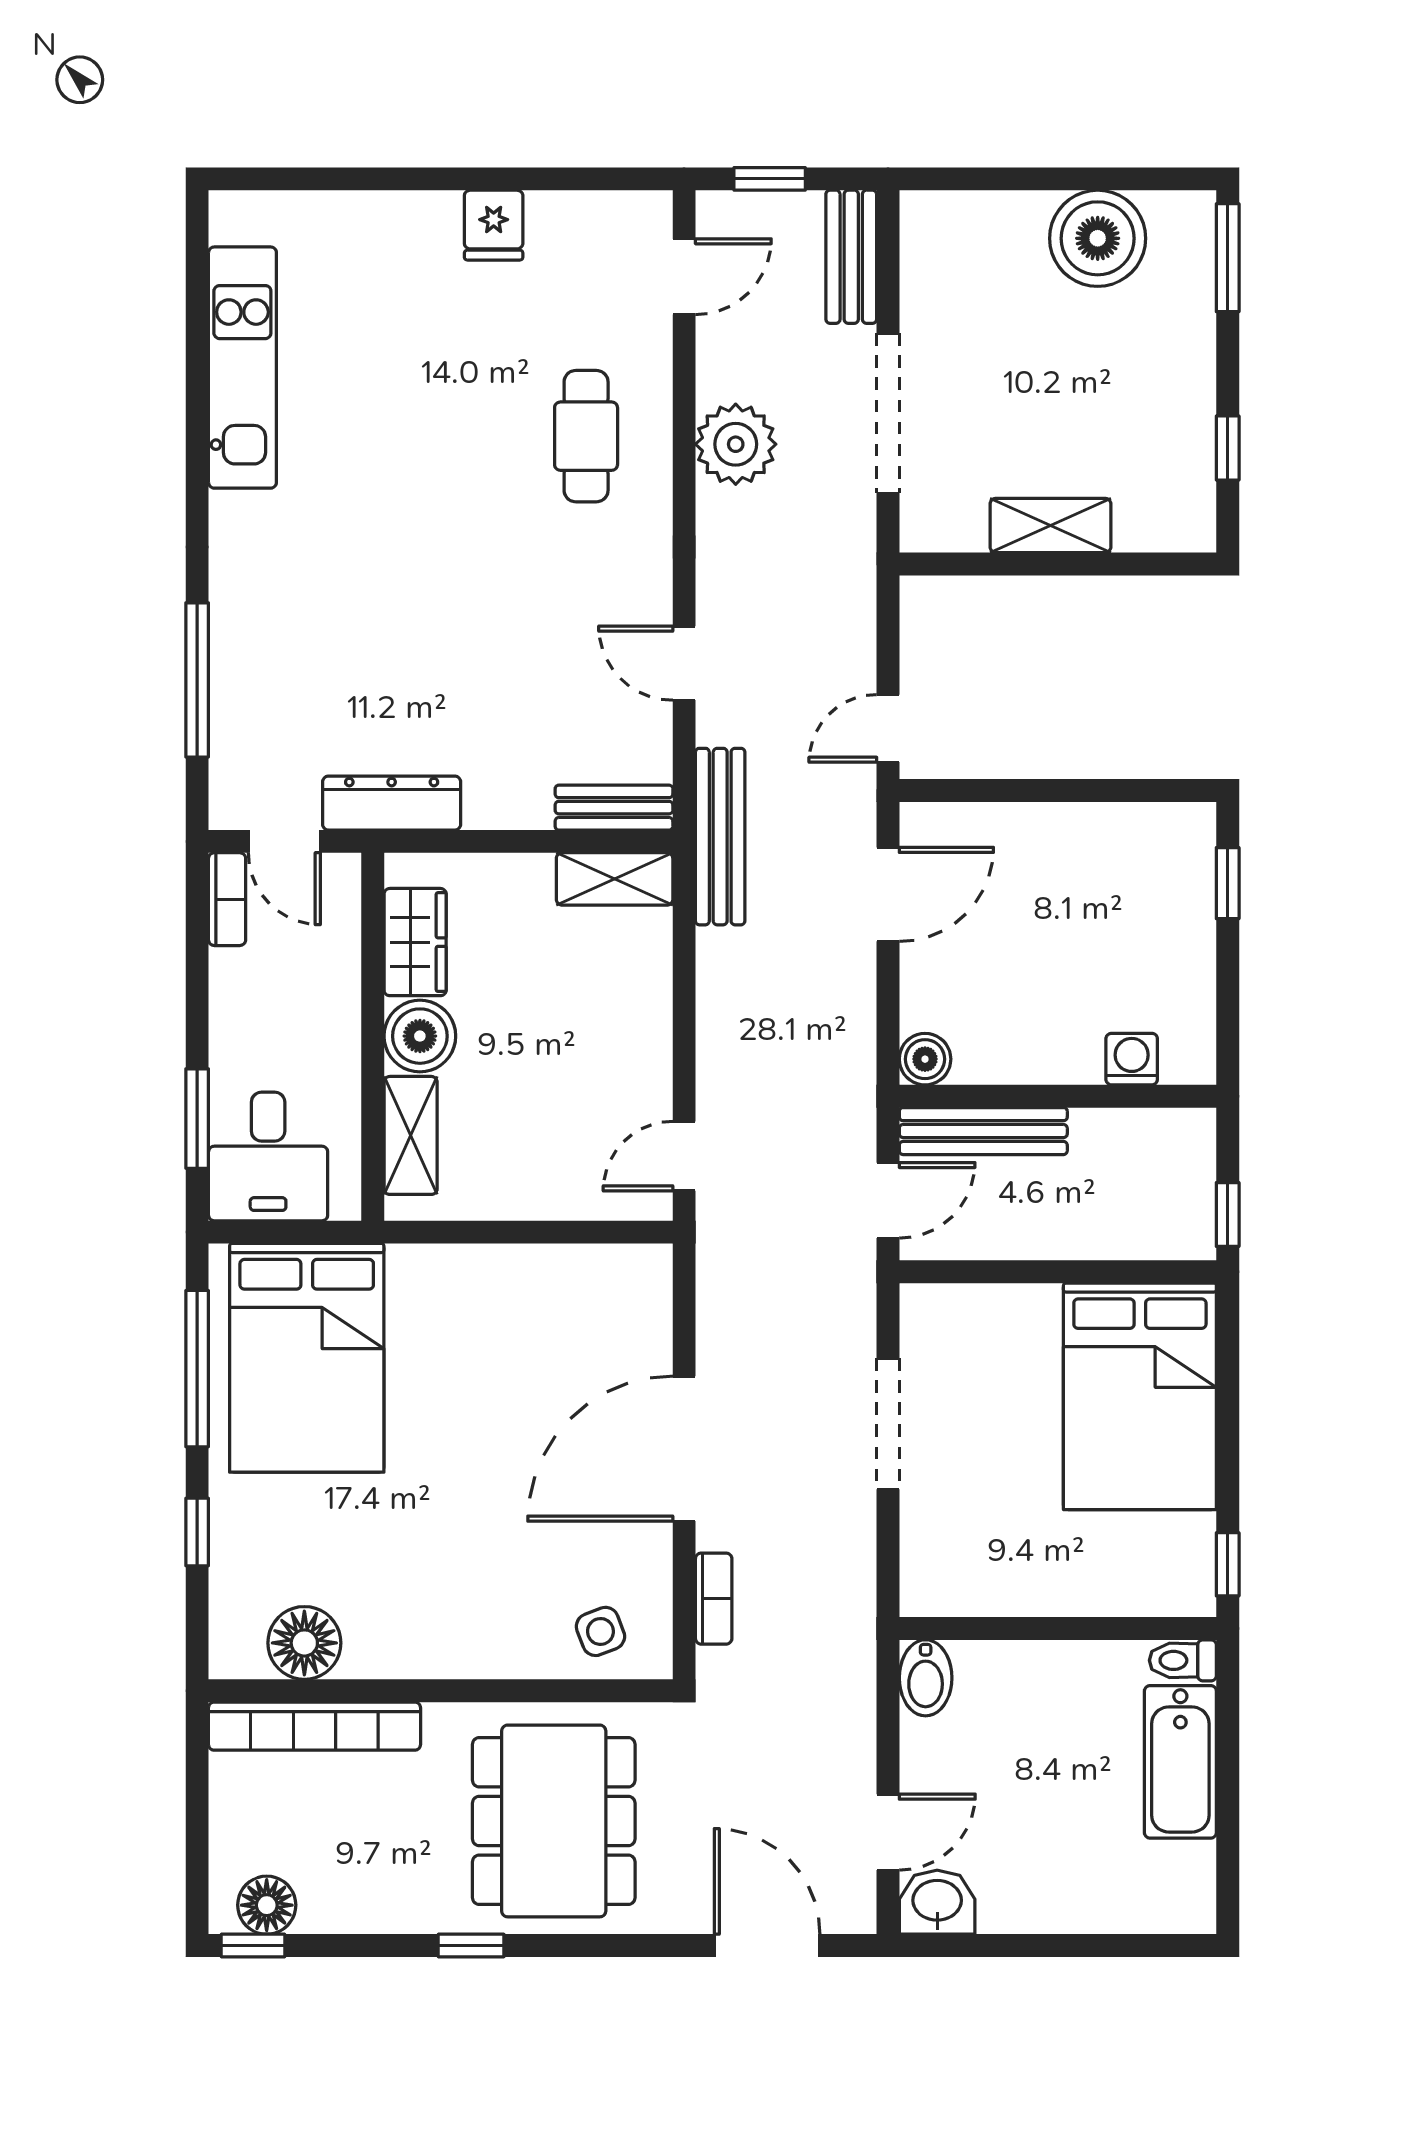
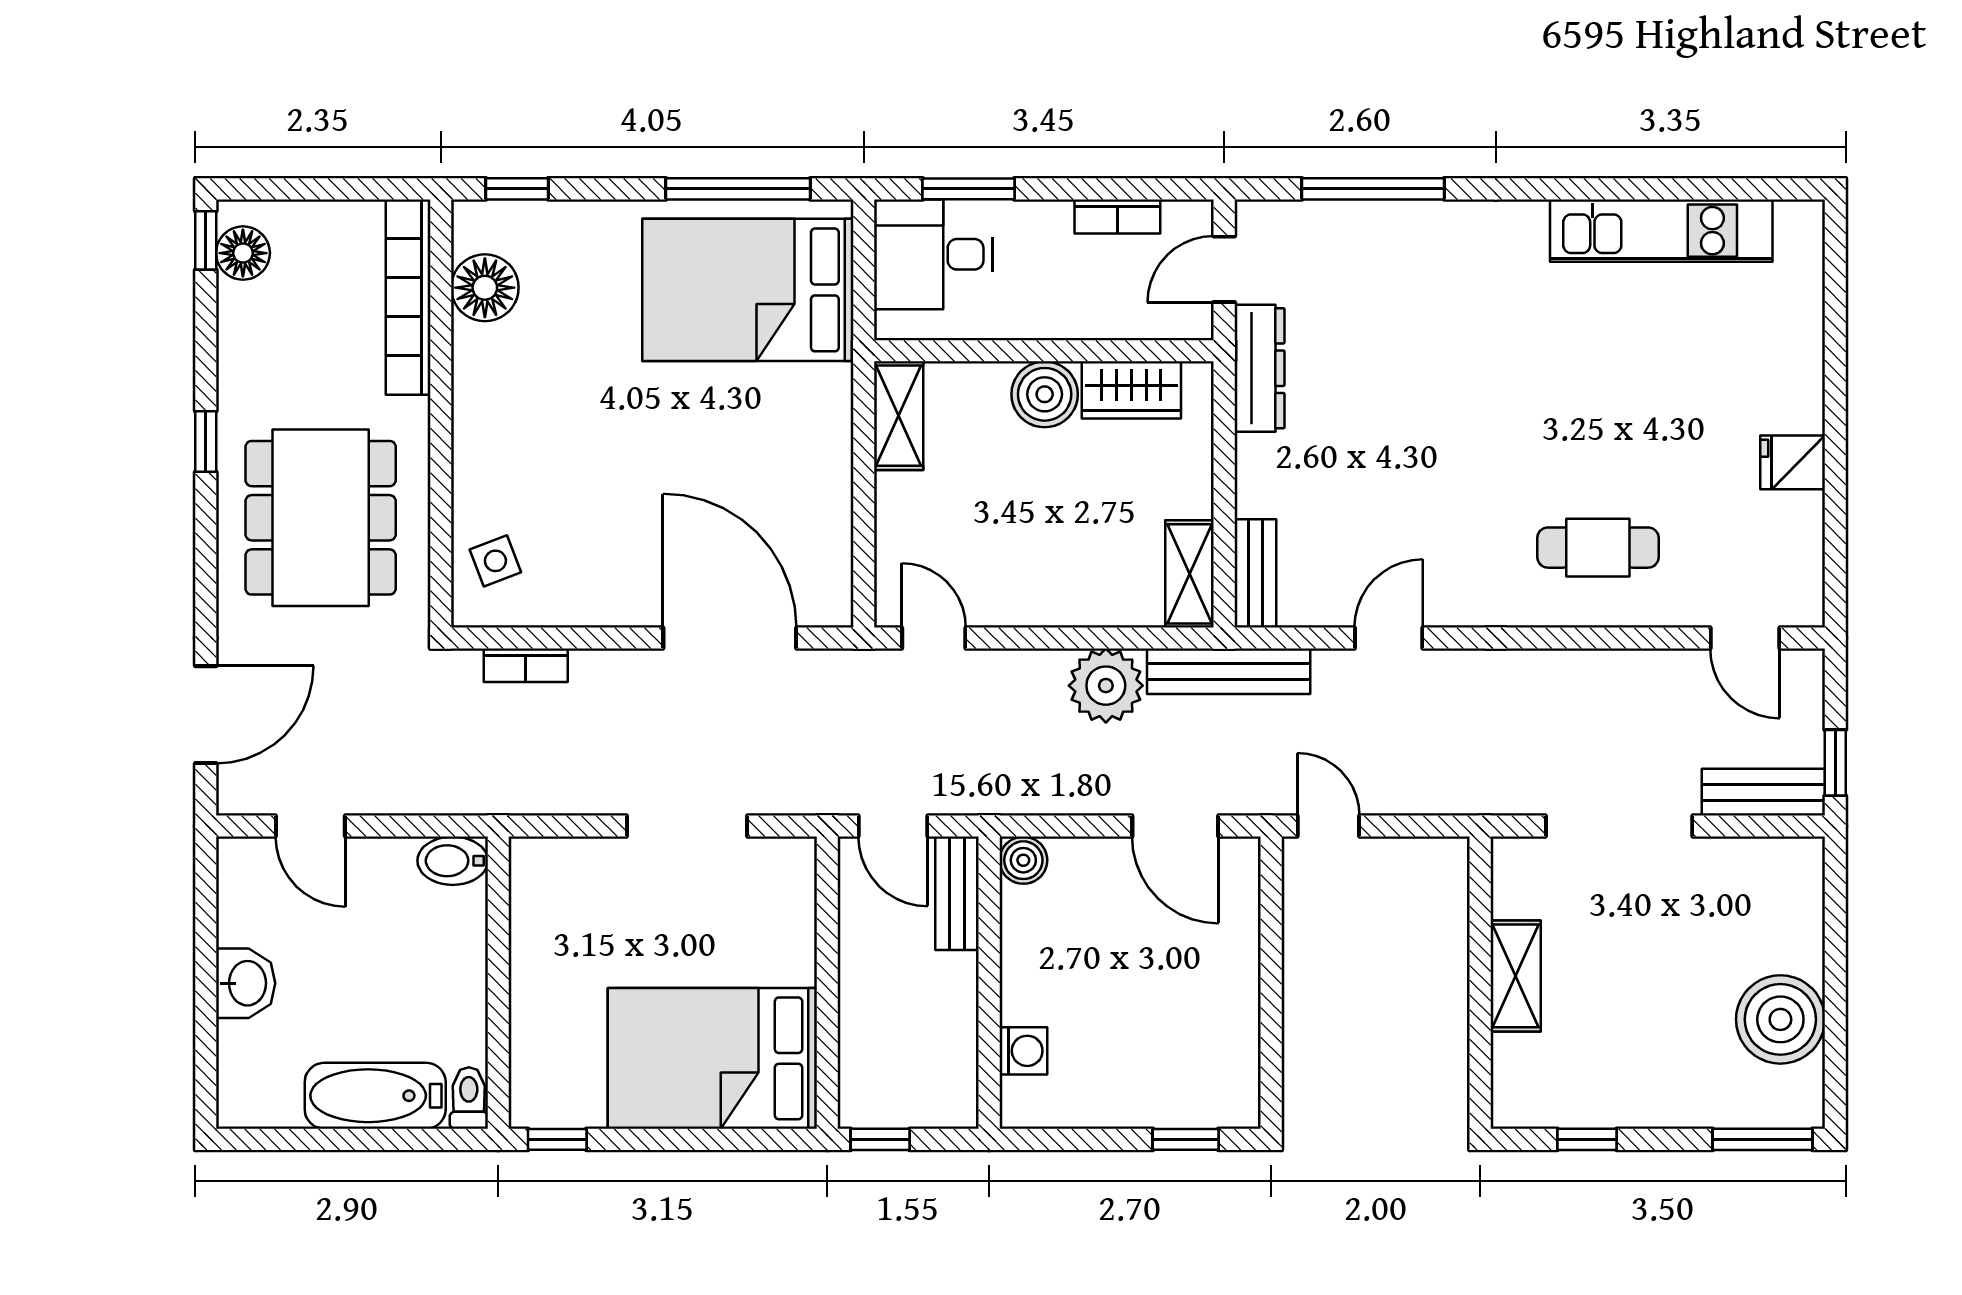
window: (770, 179) -> (1835, 763), moved
plant: (736, 444) -> (1106, 686), moved
bookcase: (227, 899) -> (1117, 216), moved
bench: (983, 1131) -> (957, 893), width x0.73
shelving: (411, 1135) -> (899, 416), moved, turned 90
door: (684, 1449) -> (730, 638), moved
window: (197, 1532) -> (517, 189), moved
dining table: (554, 1821) -> (321, 518), turned 90
washbasin: (937, 1902) -> (246, 983), moved

